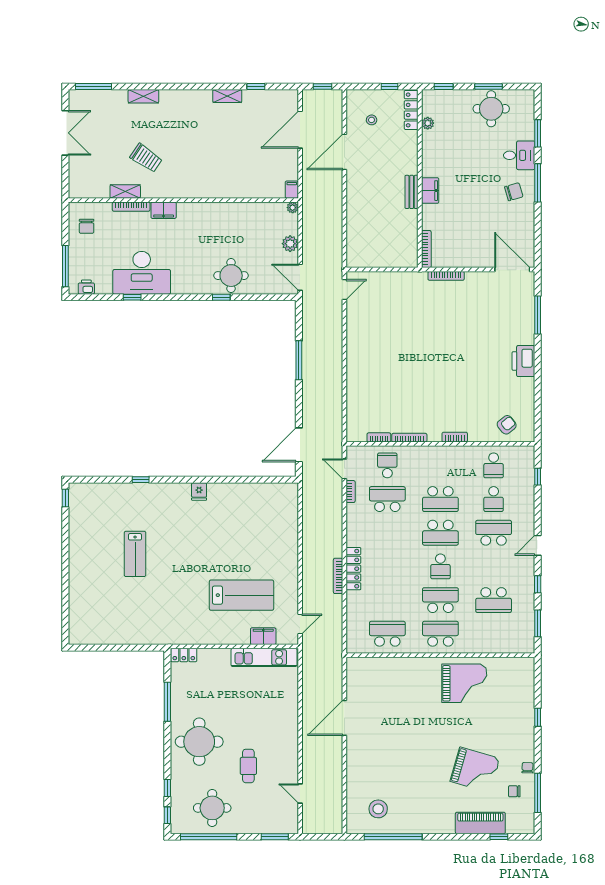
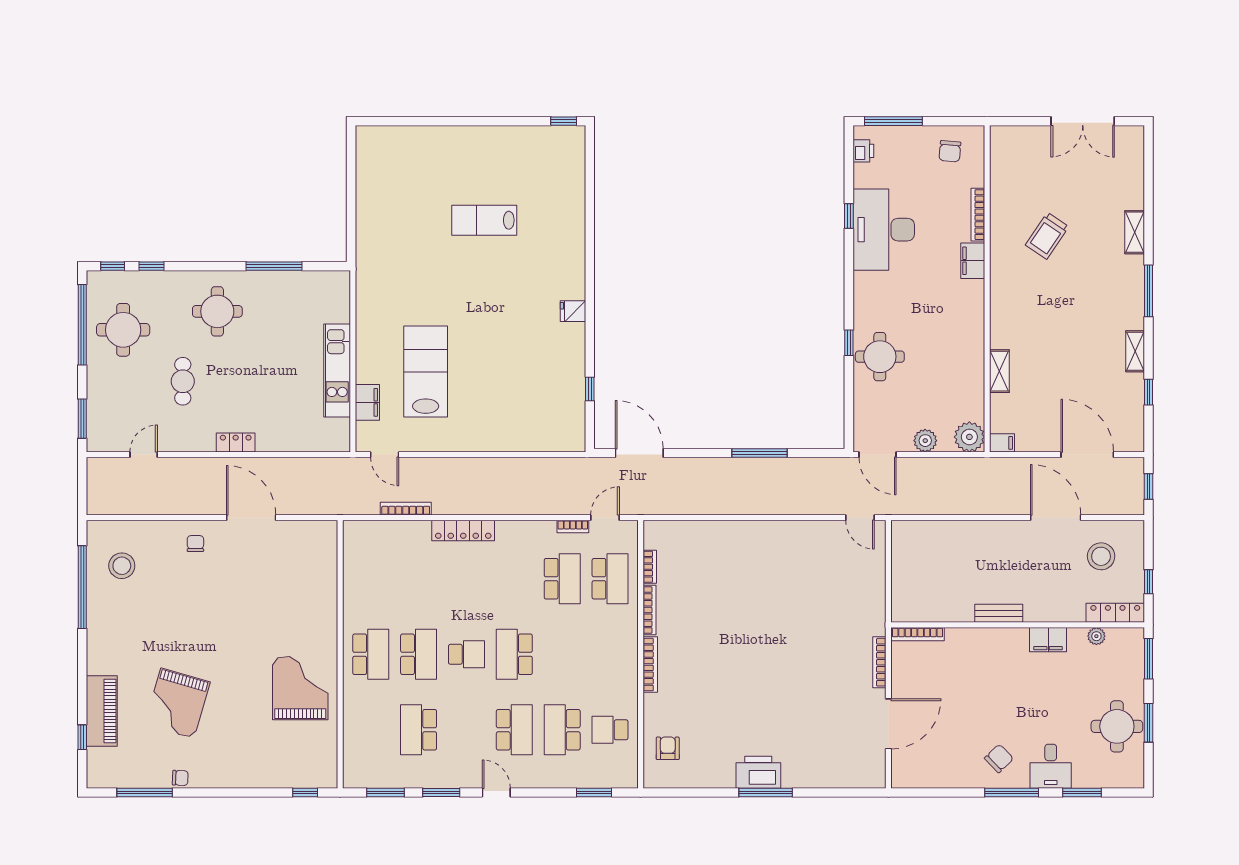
window: (93, 87) -> (1148, 291), moved
window: (444, 87) -> (1148, 659), width x1.50
stool: (372, 120) -> (1101, 556), width x1.89, depth x1.89
shelving: (125, 191) -> (999, 371), moved
filing cabinet: (430, 191) -> (1048, 640), moved
chair: (514, 192) -> (999, 758), turned -118
plant: (293, 208) -> (969, 437), width x1.88, depth x1.88
chair: (87, 226) -> (950, 151), turned -85
door: (512, 270) -> (888, 724), moved
door: (300, 277) -> (878, 455), swing flipped
window: (538, 315) -> (766, 792), moved
armchair: (507, 425) -> (668, 748), turned -141
bookcase: (455, 437) -> (650, 665), width x1.56
school desk: (387, 465) -> (610, 579), width x1.85
window: (538, 477) -> (594, 792), width x1.50
window: (141, 480) -> (590, 389), moved
school desk: (440, 499) -> (562, 654), removed
school desk: (494, 499) -> (562, 730), width x1.85
school desk: (440, 566) -> (466, 654), turned 180
bookcase: (338, 576) -> (406, 509), moved
window: (538, 584) -> (441, 792), width x1.50
lab bench: (242, 595) -> (426, 371), turned 180
school desk: (387, 634) -> (371, 579), removed
locker: (184, 655) -> (236, 442), moved, turned 90
kitchen unit: (264, 657) -> (337, 371), moved
grand piano: (464, 683) -> (300, 688), turned 180
window: (538, 717) -> (305, 792), moved
round table: (199, 742) -> (217, 311), width x0.73, depth x0.73
cafe table: (248, 766) -> (183, 381), turned 90
chair: (514, 791) -> (195, 544), moved

